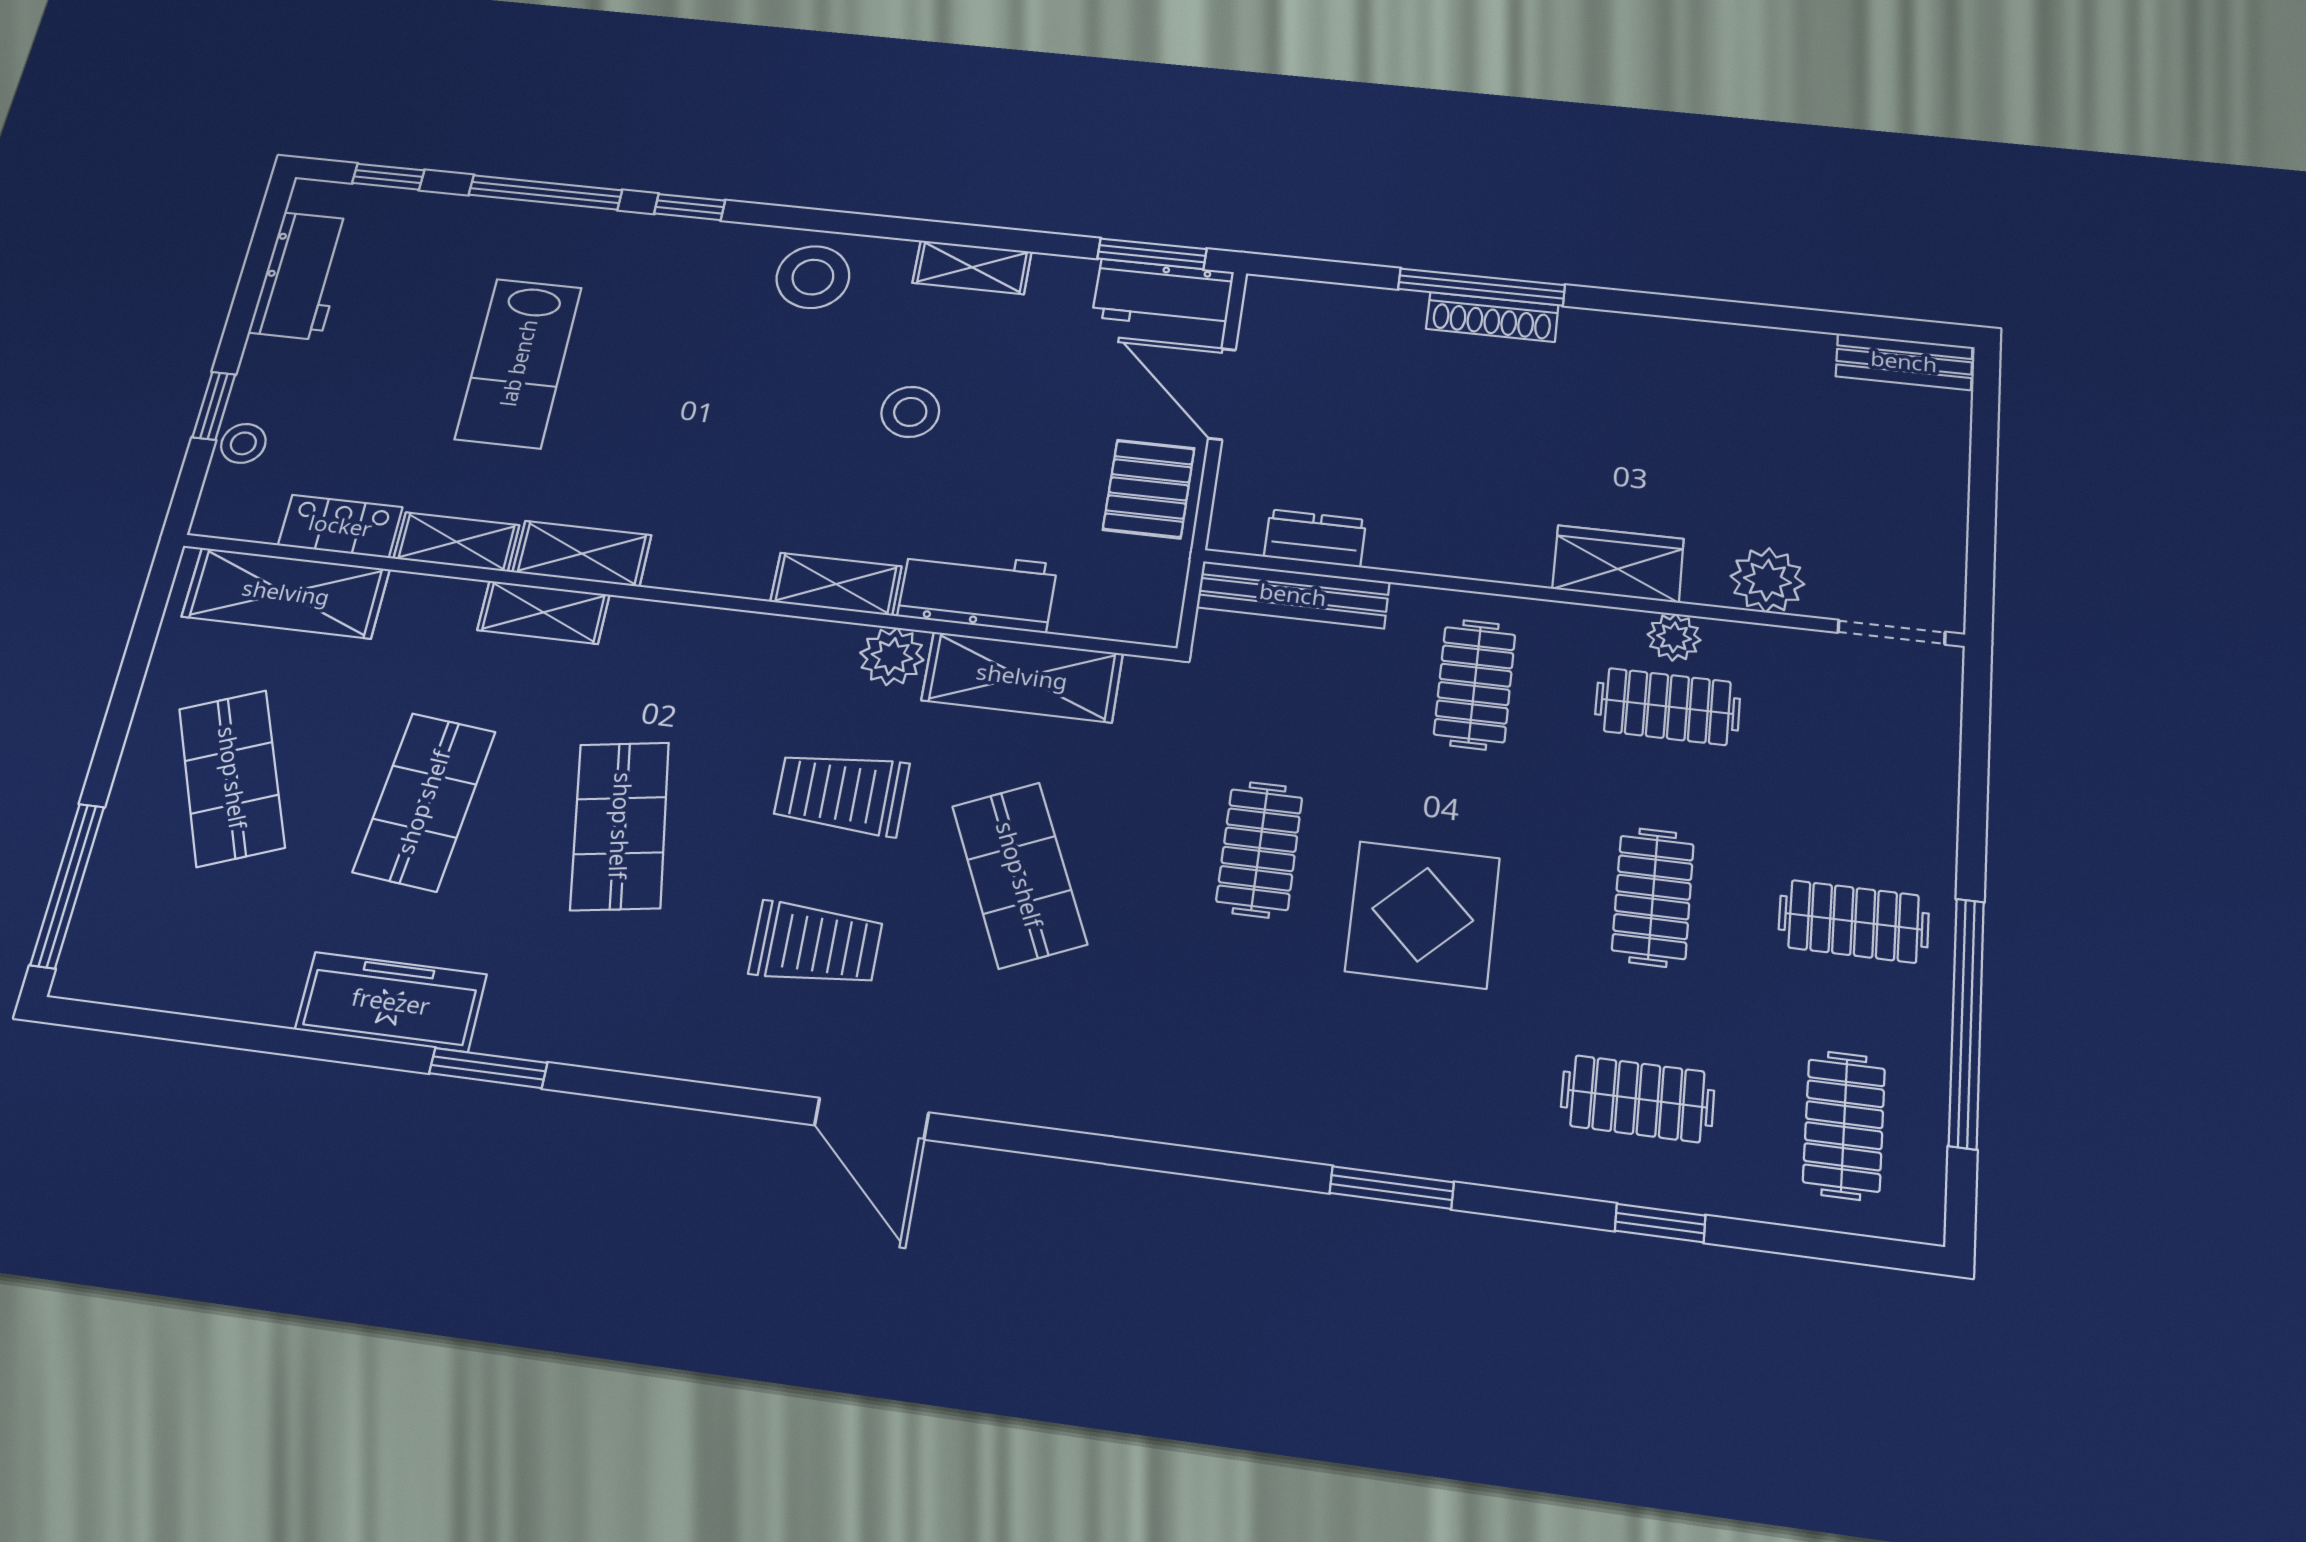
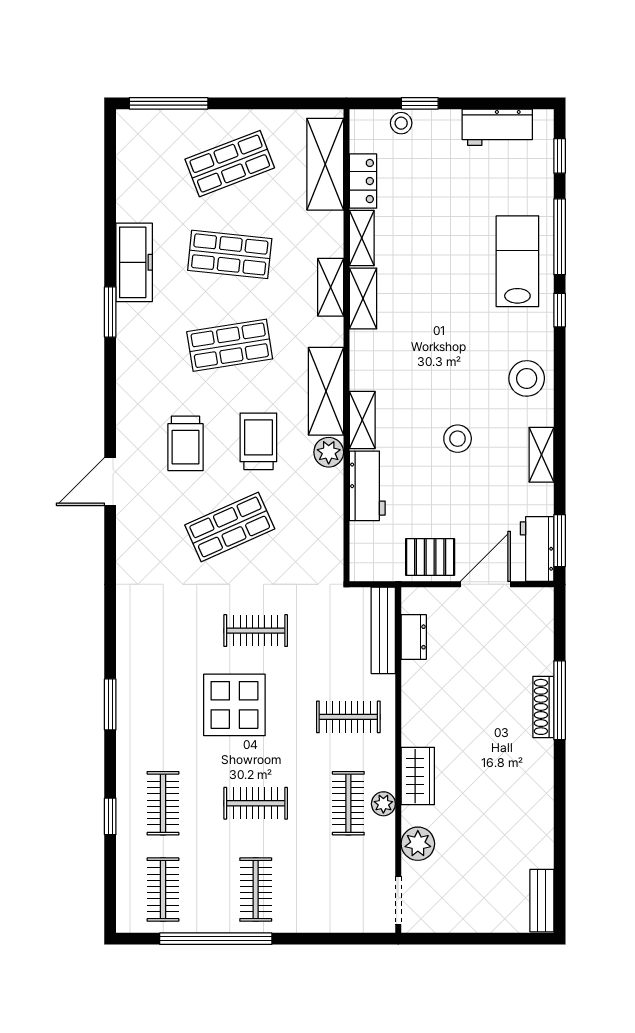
lab bench: (519, 363) -> (517, 261), moved, turned 90
shelving: (1022, 677) -> (326, 391), moved
clothes rail: (1844, 1125) -> (163, 890), turned 90

